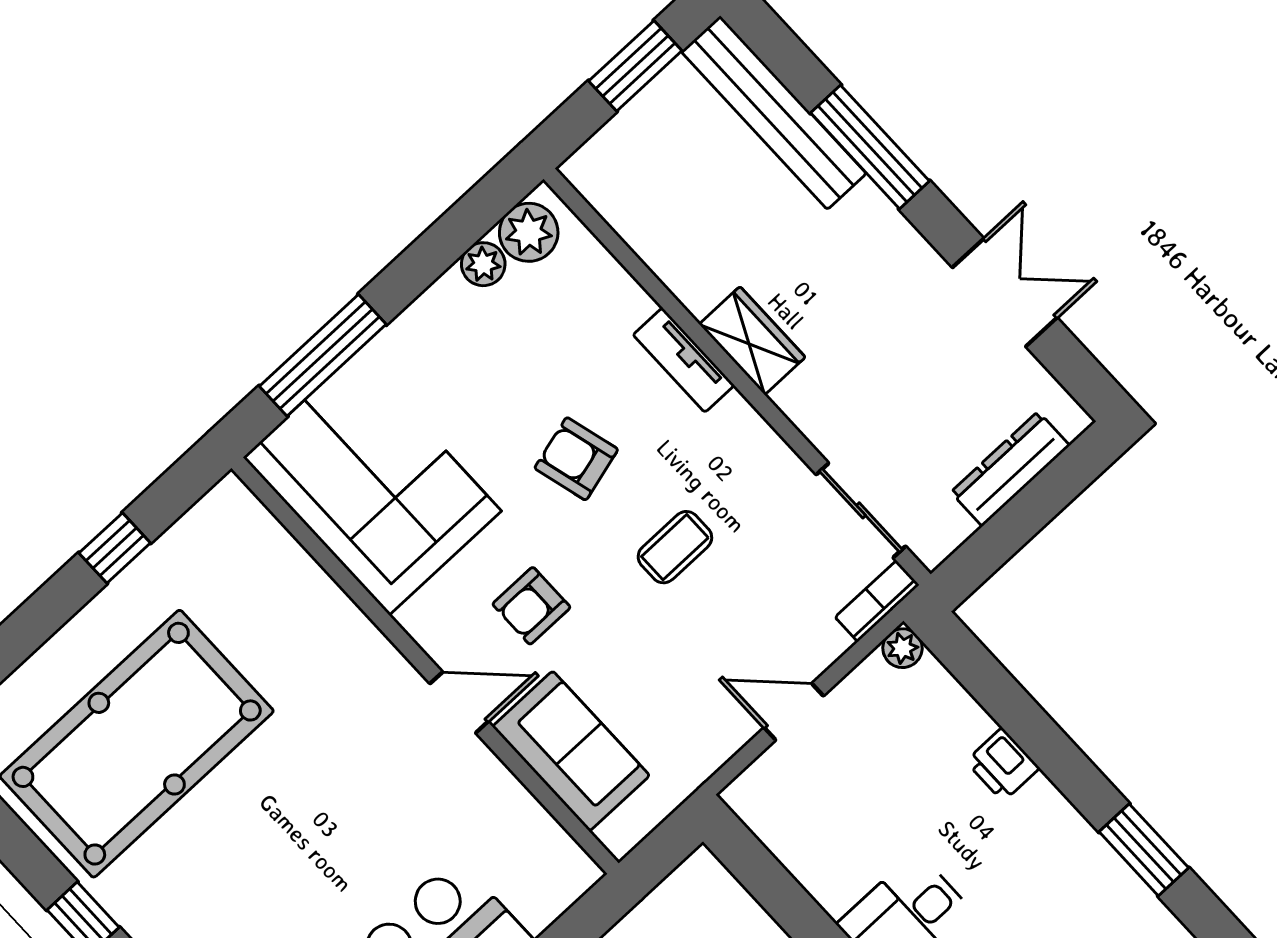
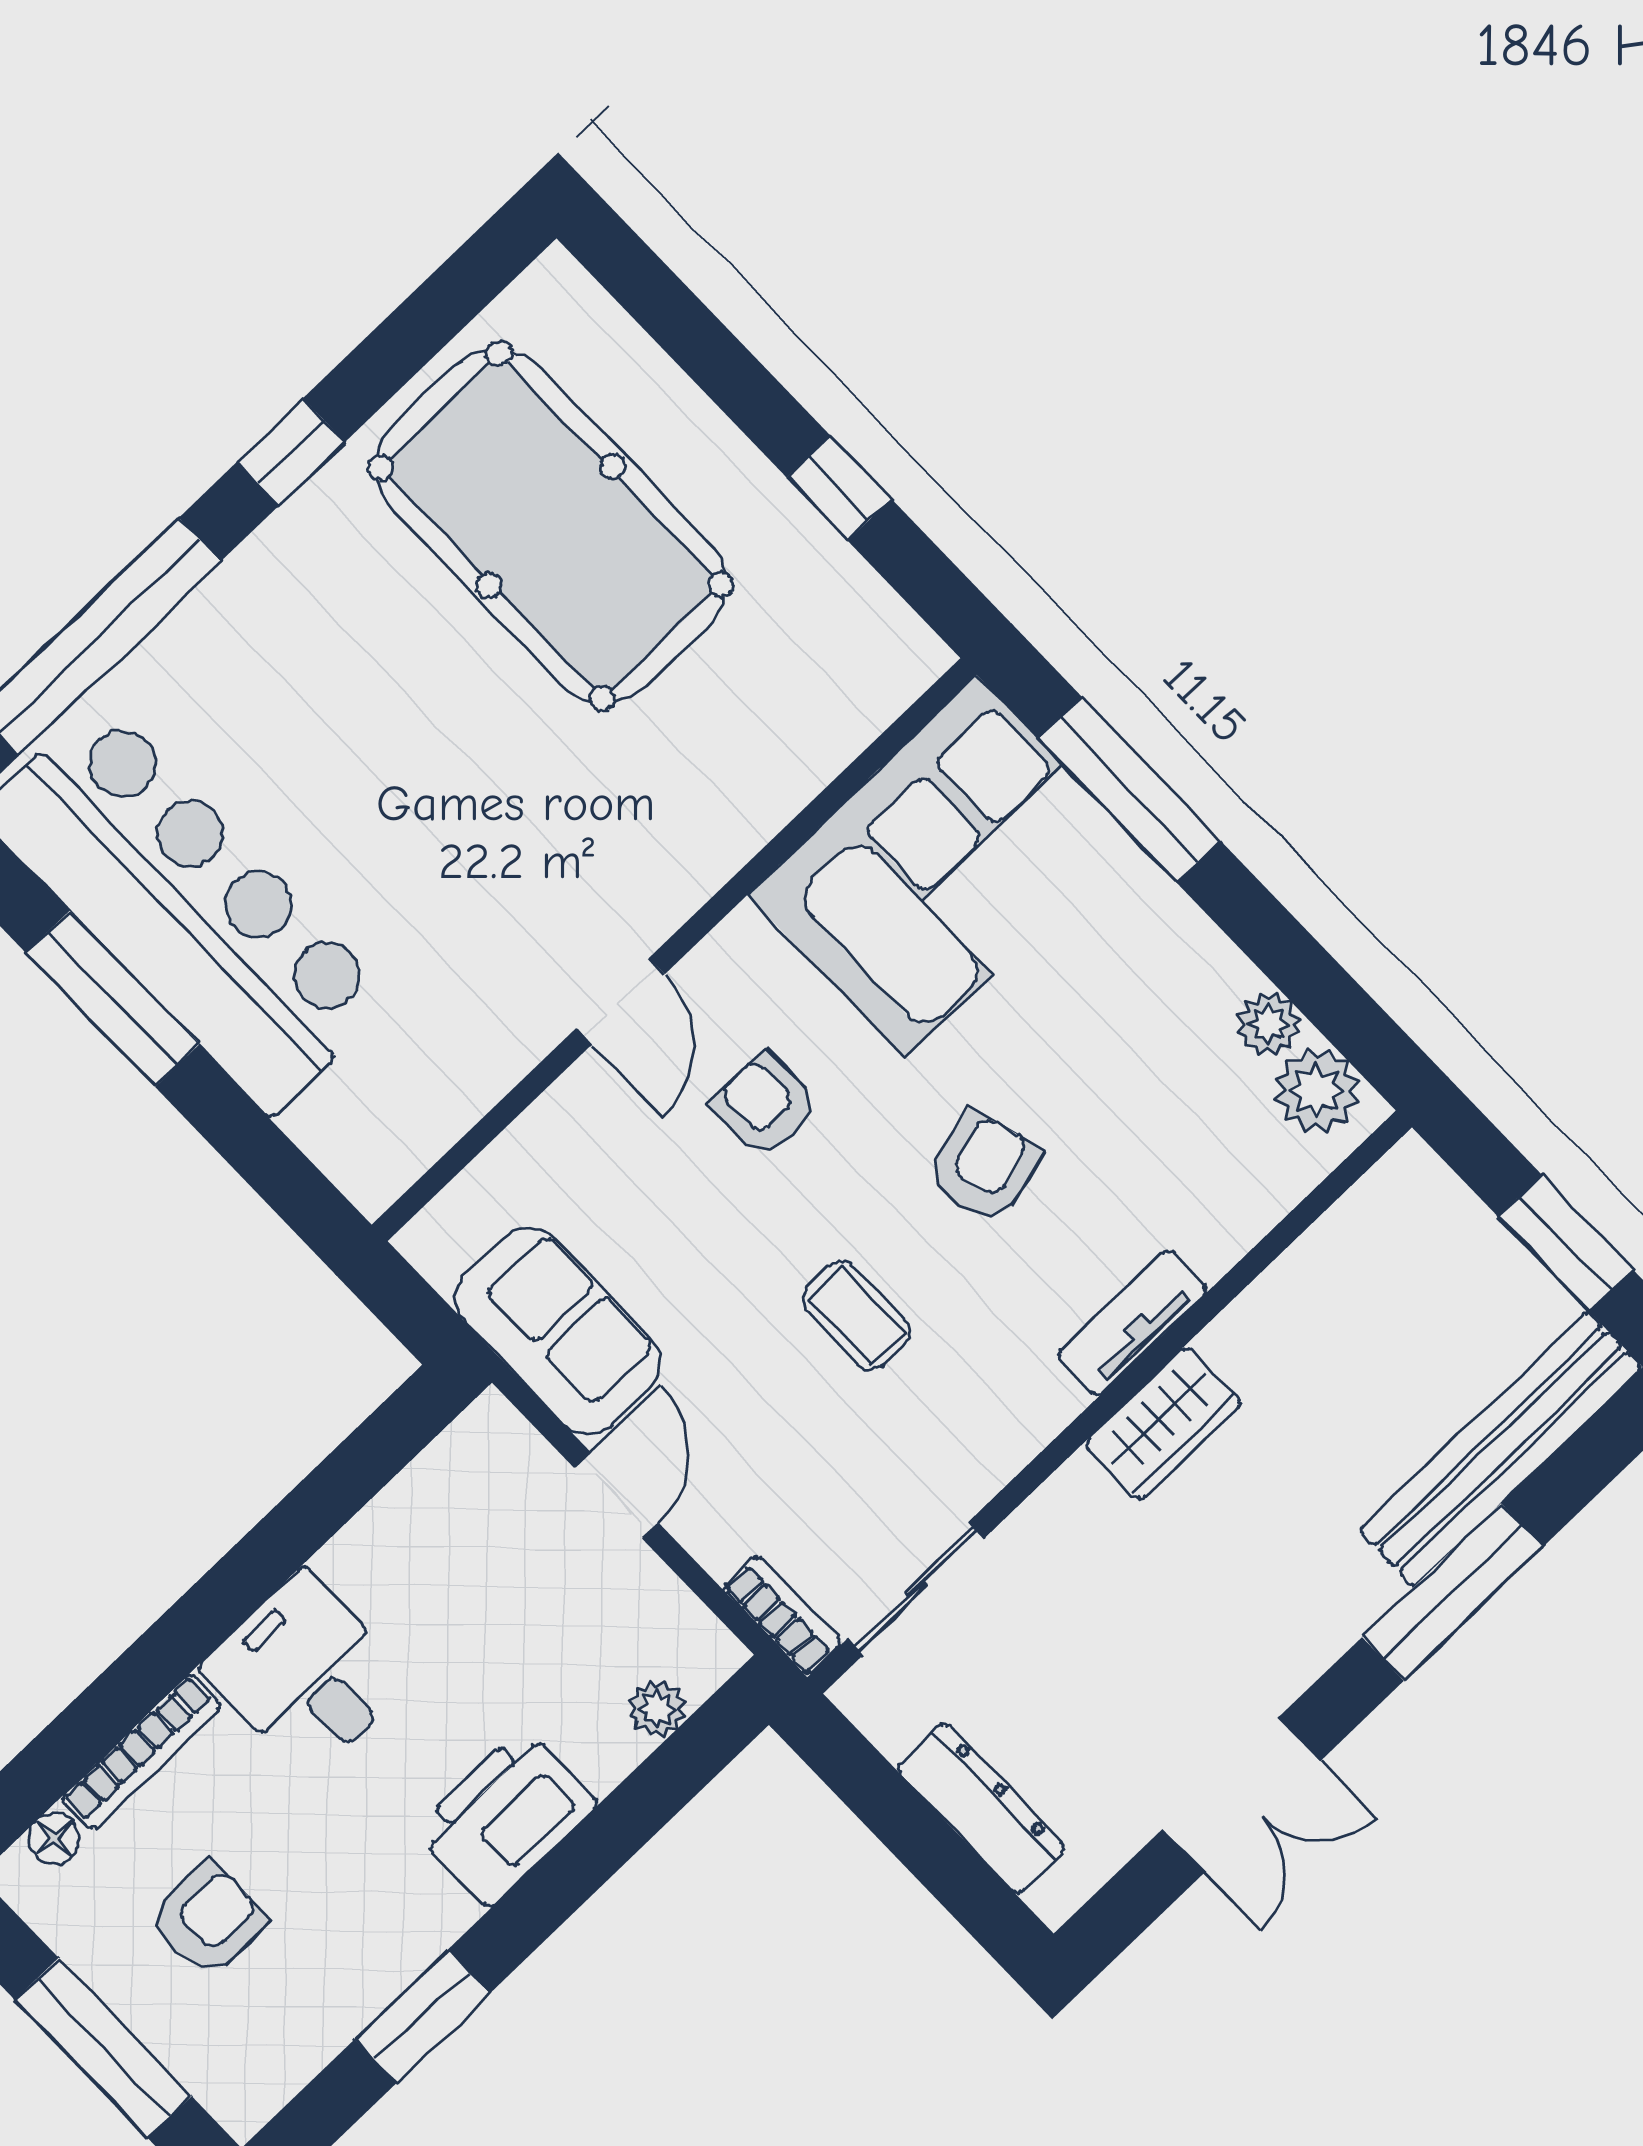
plant: (902, 648) -> (657, 1709), moved
sofa: (571, 751) -> (558, 1331), moved, turned -90
printer: (1003, 765) -> (506, 1817), width x1.87, depth x1.48

